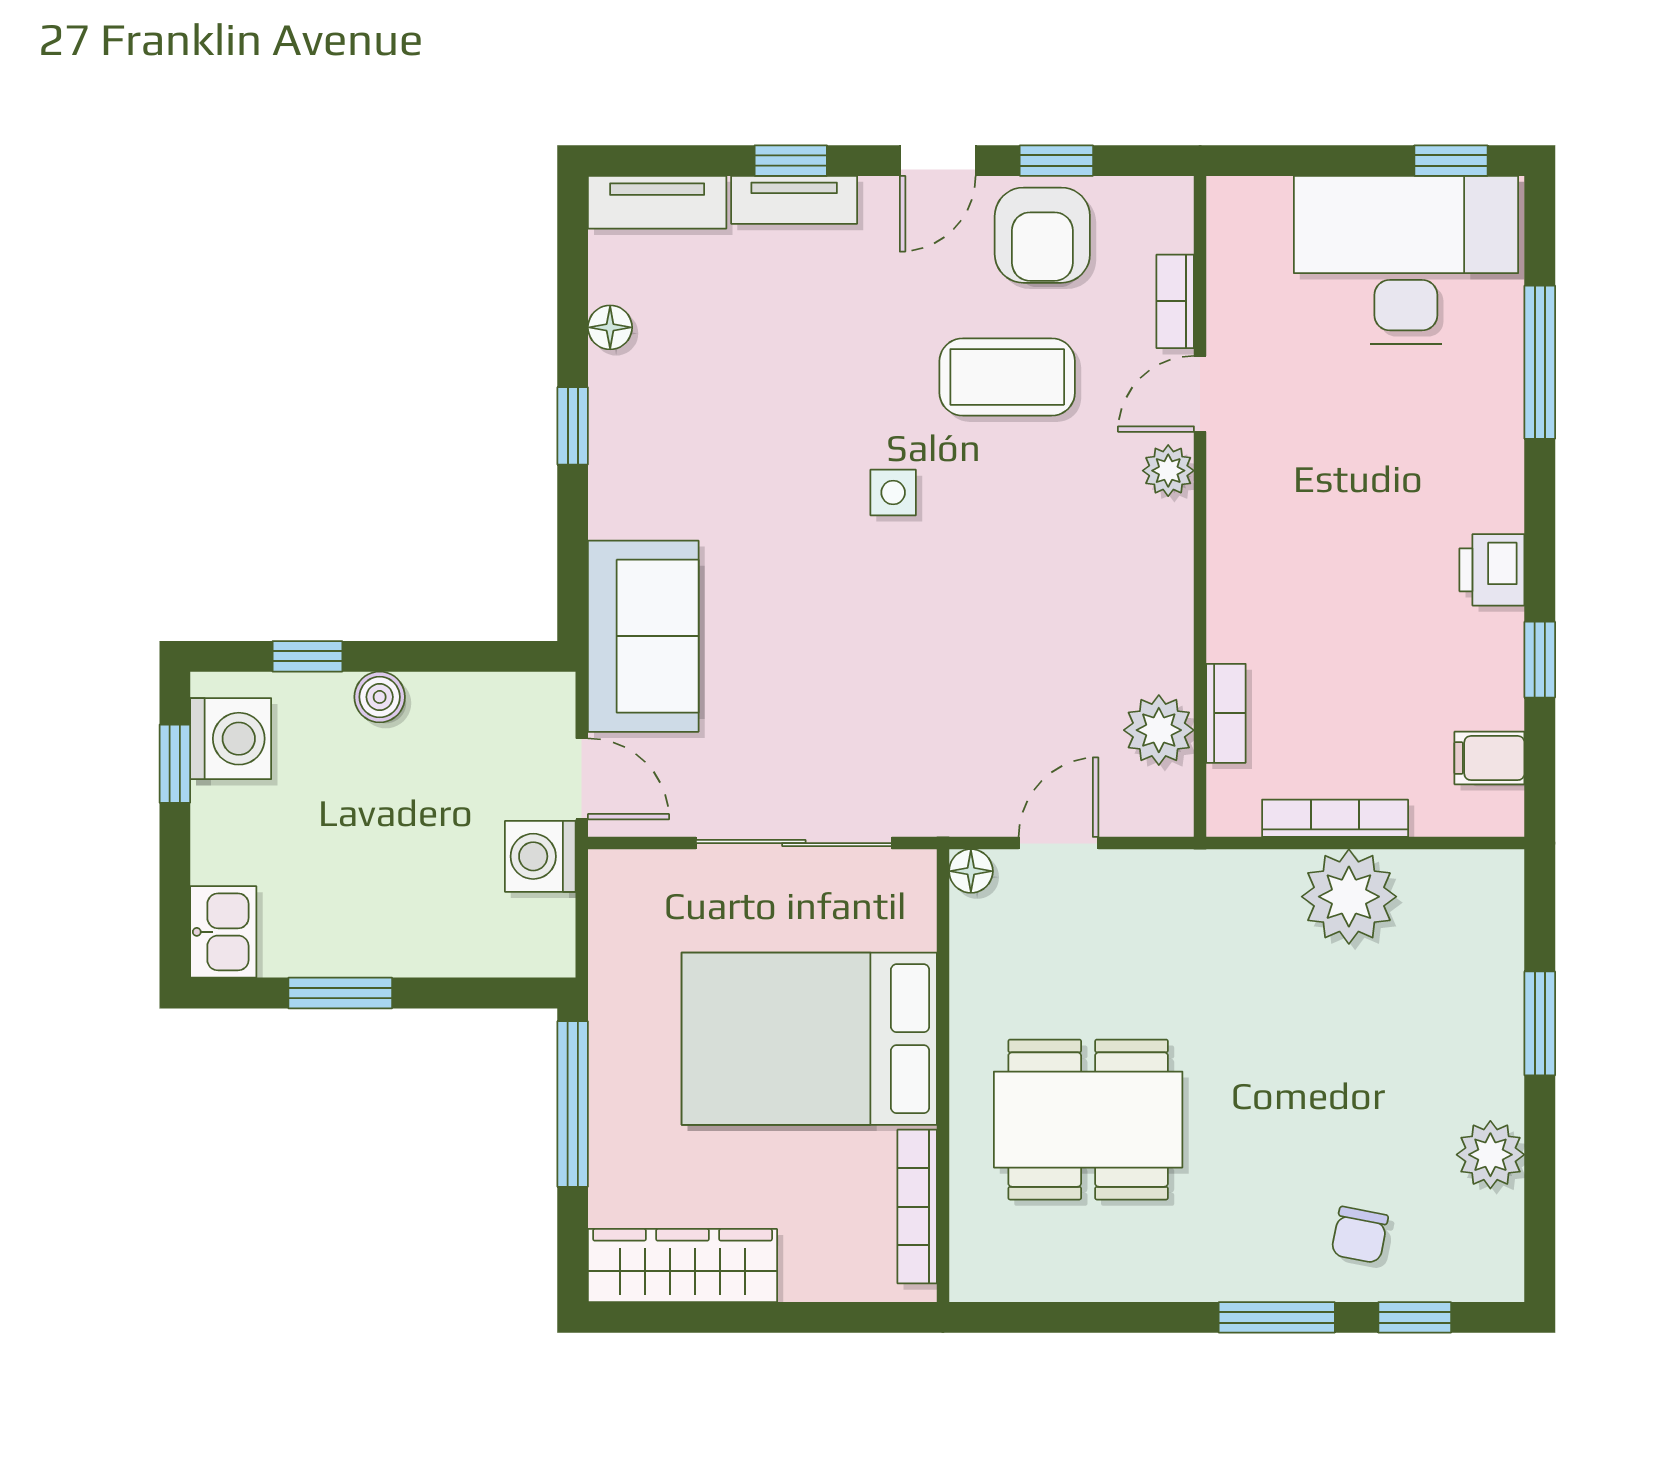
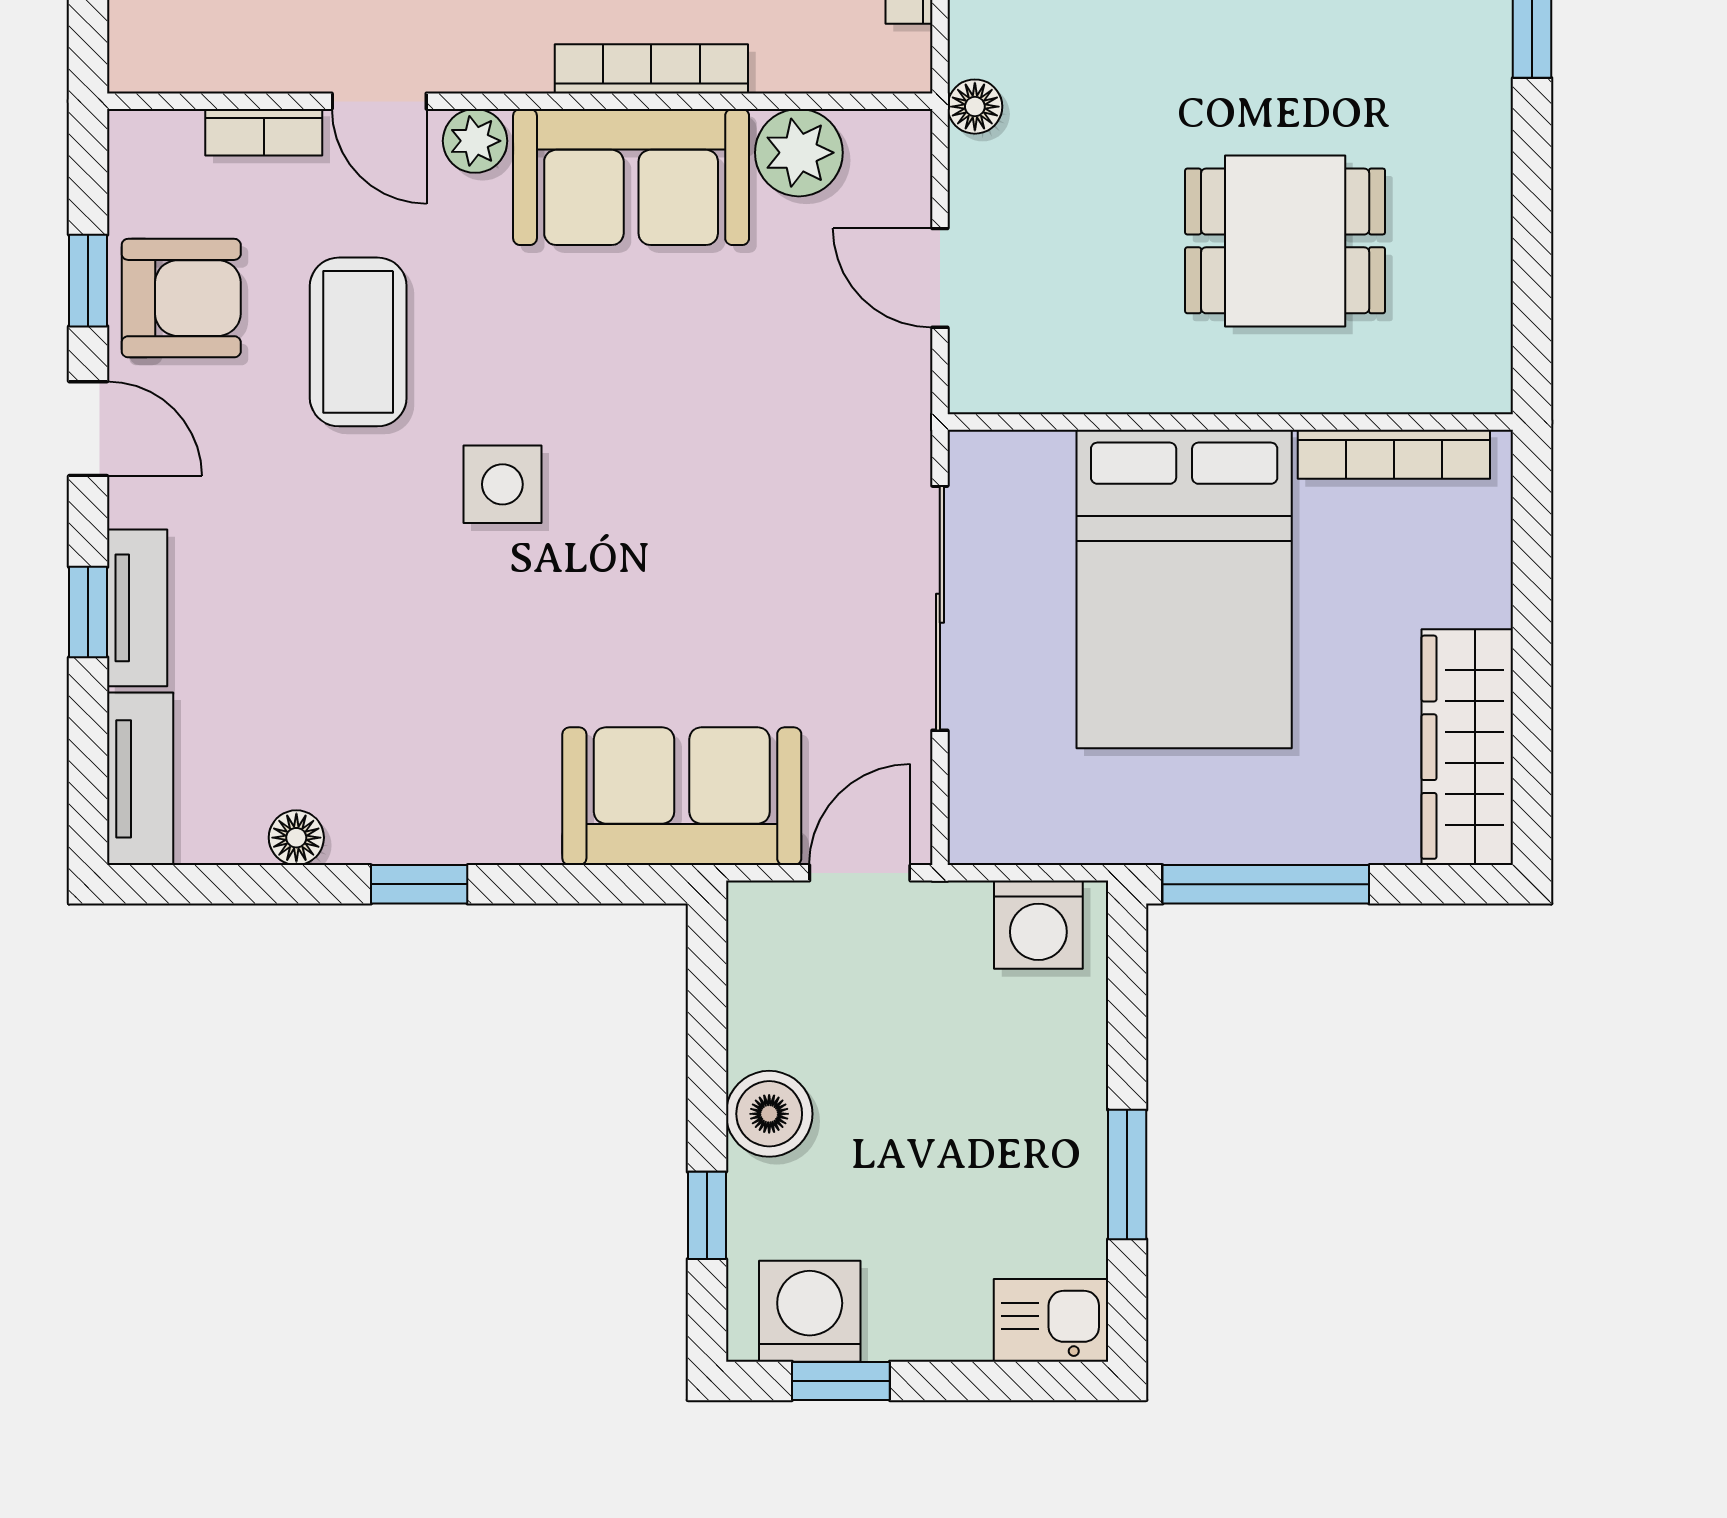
side table: (893, 493) -> (502, 484), width x1.37, depth x1.37
sofa: (1139, 596) -> (631, 177), added
boiler: (380, 697) -> (769, 1114), width x1.36, depth x1.36
bookcase: (1226, 713) -> (651, 69), moved, width x1.56
washing machine: (540, 856) -> (1038, 925), moved
floor lamp: (971, 871) -> (975, 107), moved
dining table: (1088, 1120) -> (1285, 241), width x0.73

